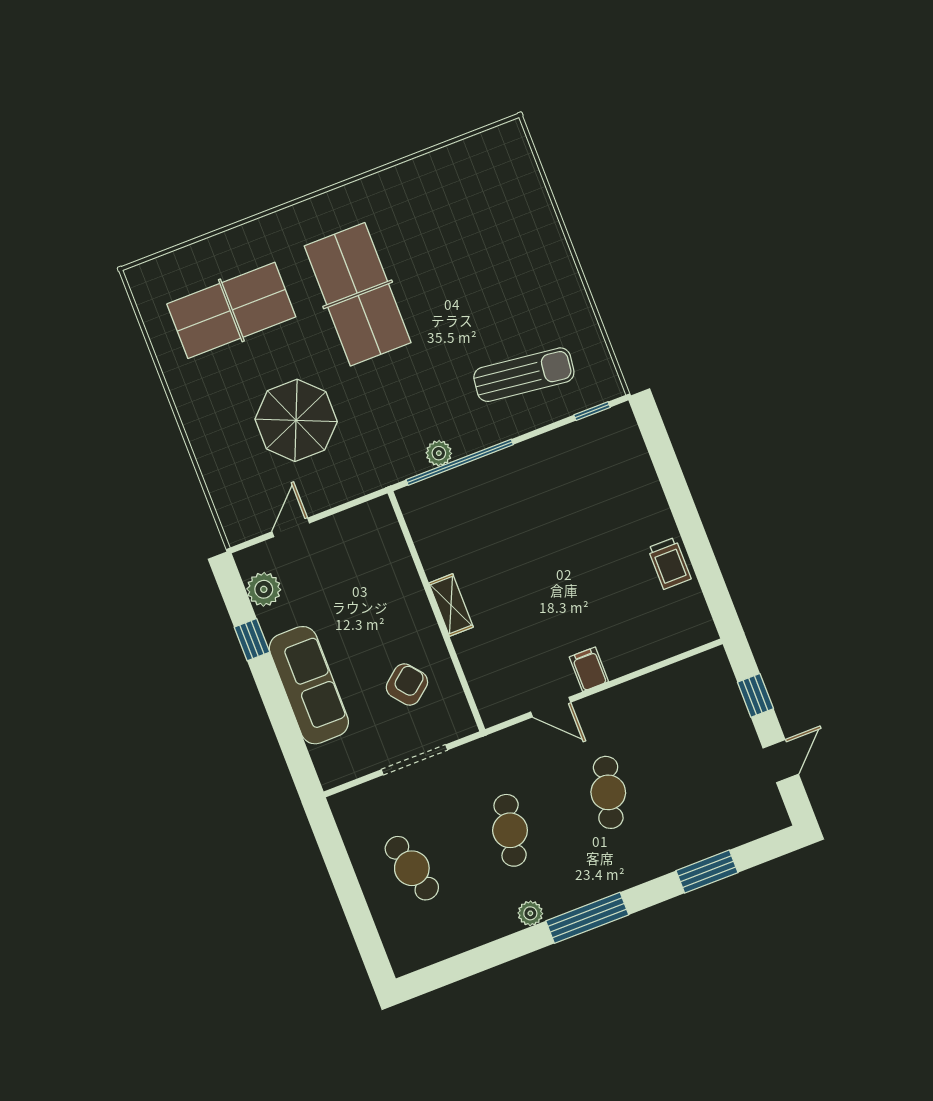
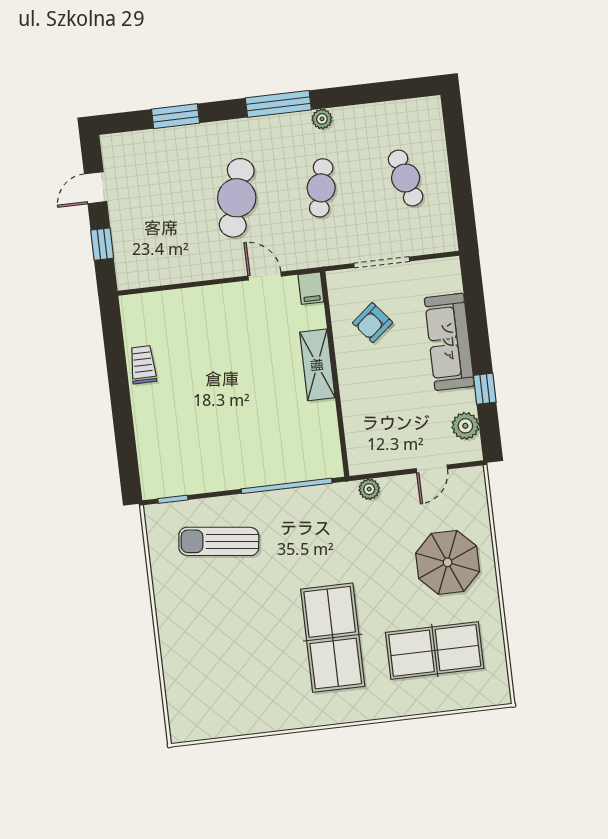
parasol: (296, 420) -> (448, 562), moved
plant: (439, 453) -> (369, 489), moved
shelving: (451, 605) -> (317, 365), width x1.50, depth x1.33
filing cabinet: (589, 669) -> (311, 288), moved
cafe table: (608, 792) -> (237, 198), width x1.37, depth x1.35

